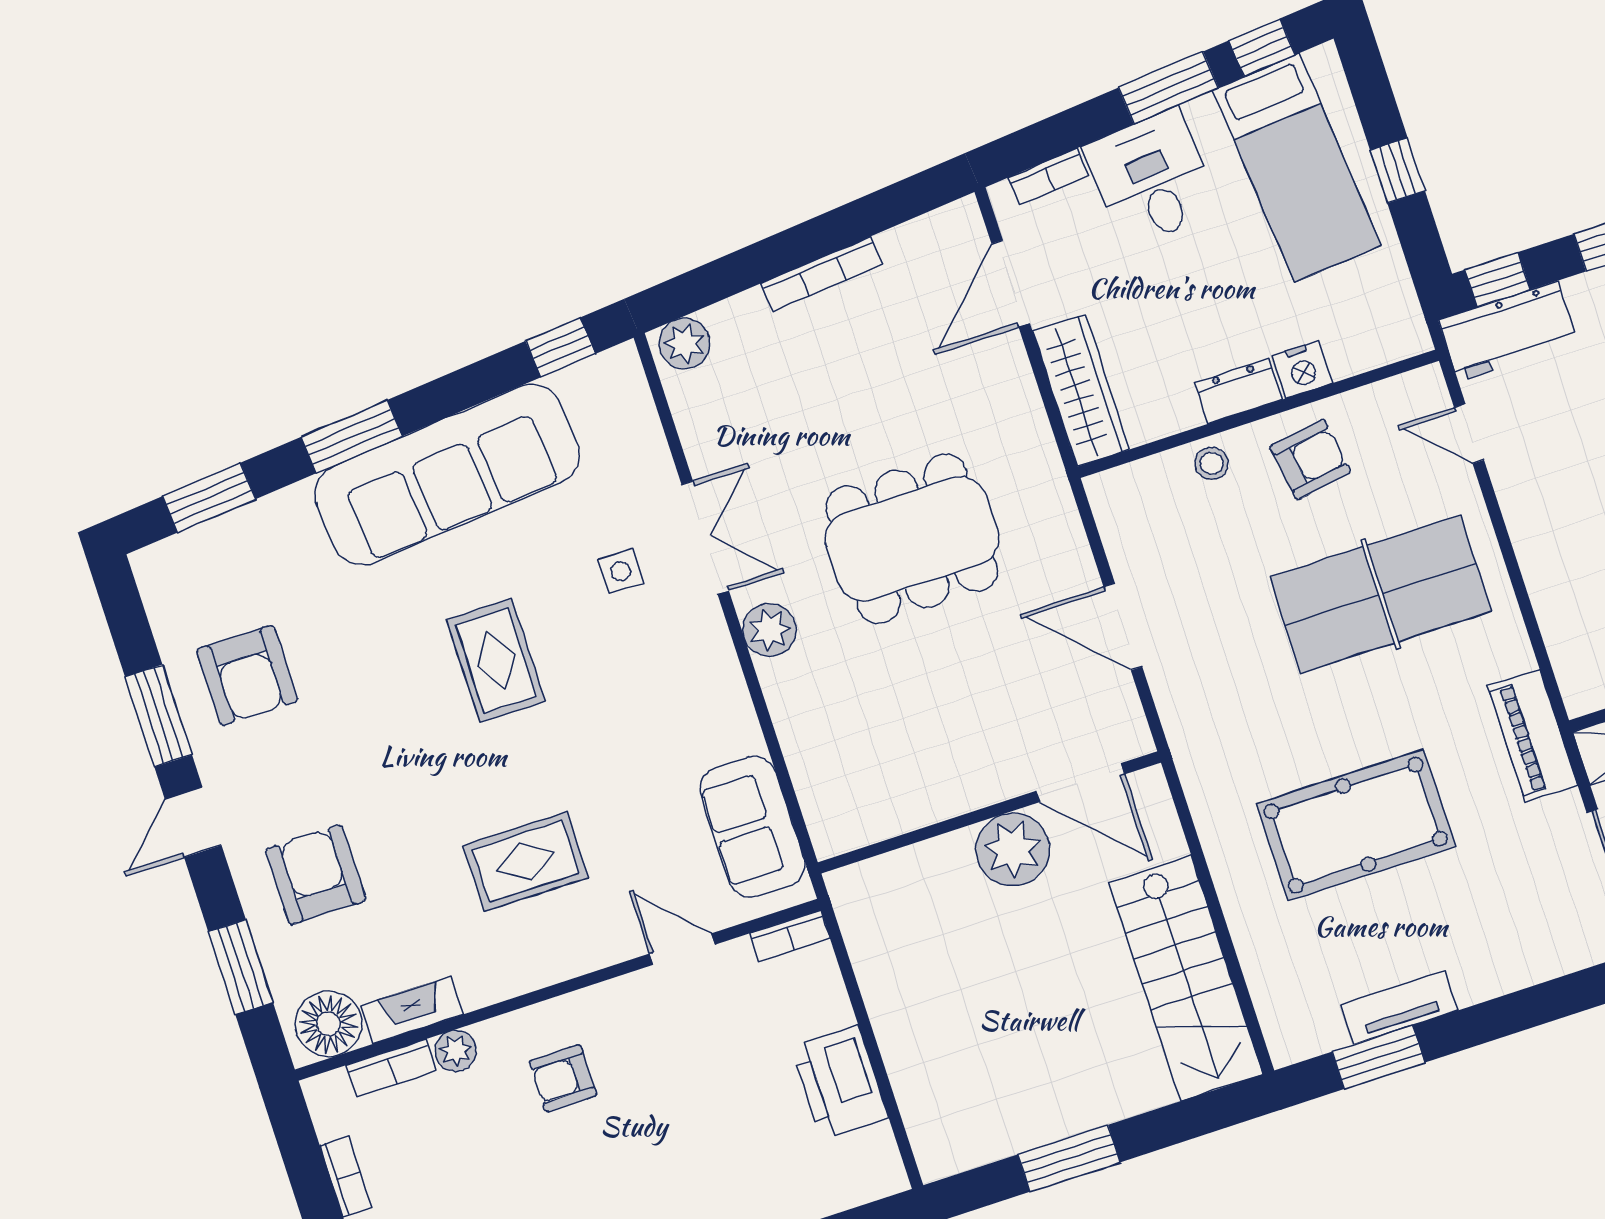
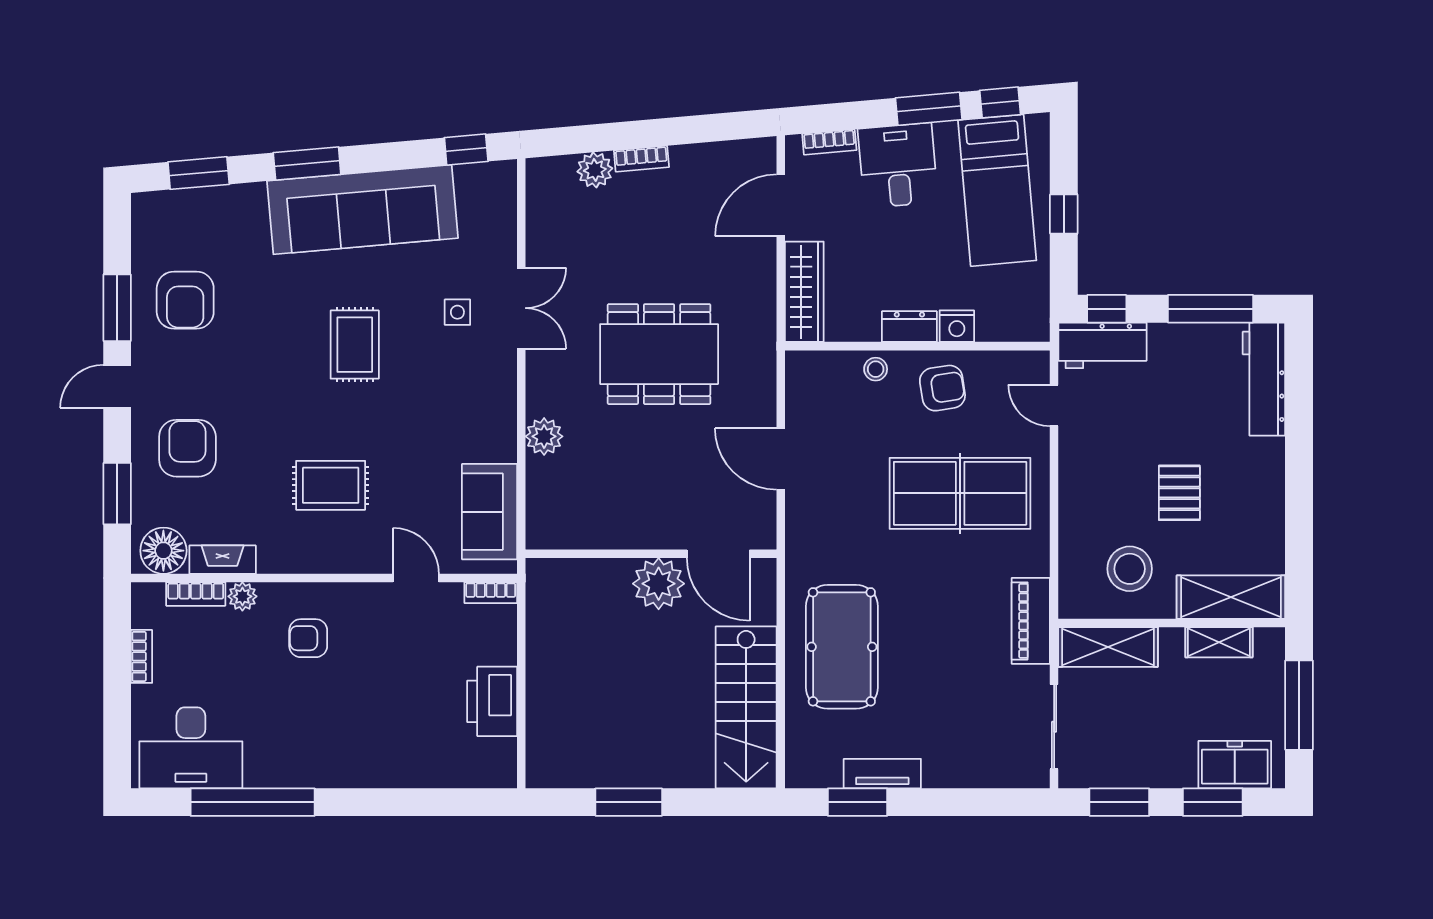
bookcase: (822, 274) -> (641, 159), width x0.64
plant: (684, 343) -> (595, 170), moved
plant: (770, 630) -> (544, 436), moved
pool table: (1356, 825) -> (842, 647), moved, turned 90

